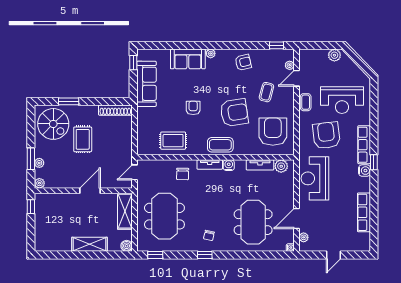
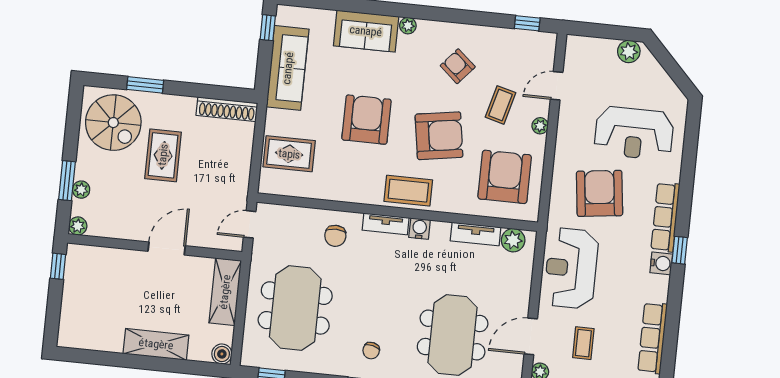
armchair: (243, 62) -> (458, 66), moved, turned -126
plant: (290, 65) -> (540, 126), moved
coffee table: (306, 102) -> (583, 343), moved
armchair: (193, 108) -> (366, 120), width x1.88, depth x1.88
rug: (173, 141) -> (289, 154), moved

